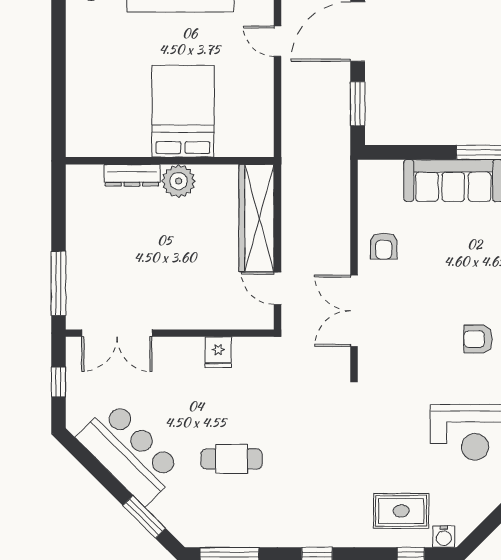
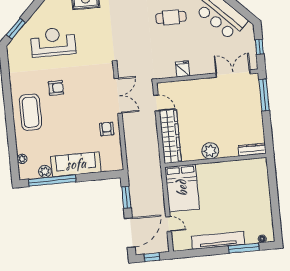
bed: (183, 111) -> (182, 188), moved
dresser: (132, 175) -> (252, 150), moved

